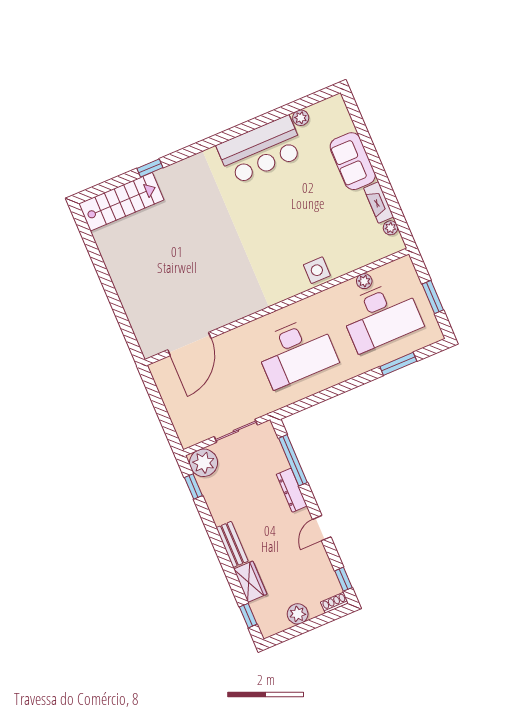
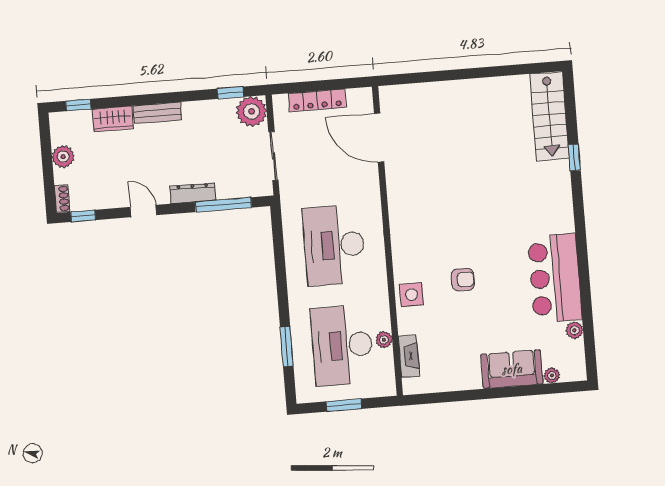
fireplace: (379, 203) -> (409, 356), moved, turned 90
plant: (390, 228) -> (552, 375), moved
armchair: (289, 230) -> (463, 280), added
locker: (175, 409) -> (317, 100), added

